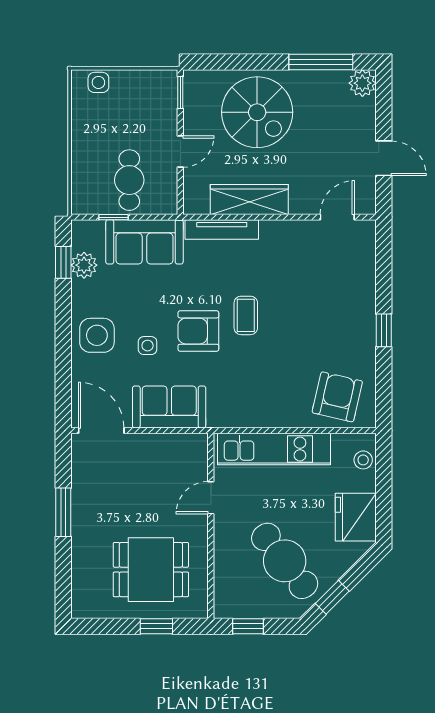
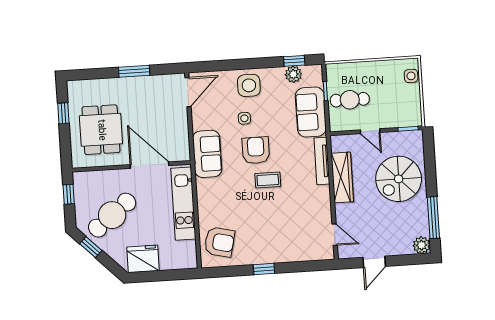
sofa: (169, 407) -> (207, 154), moved
stool: (363, 460) -> (180, 261), removed
door: (211, 498) -> (149, 165), width x1.88
window: (156, 626) -> (63, 113), moved

